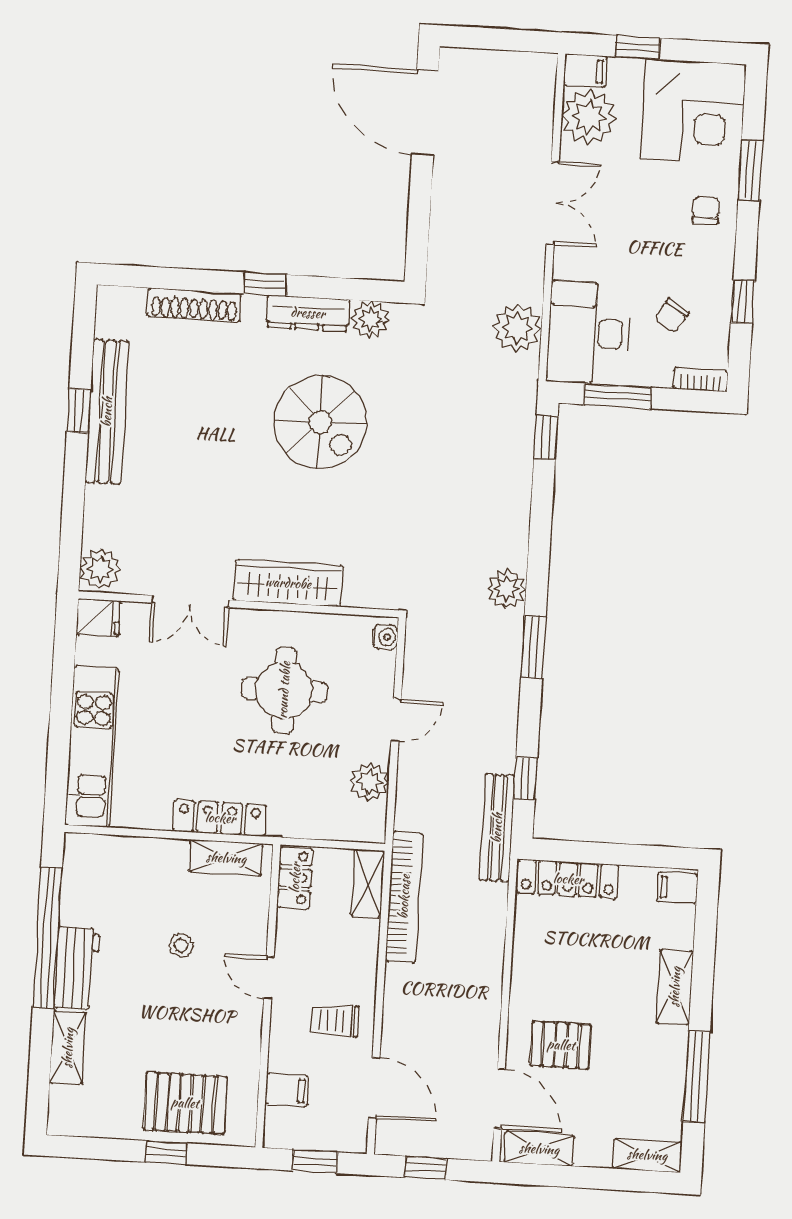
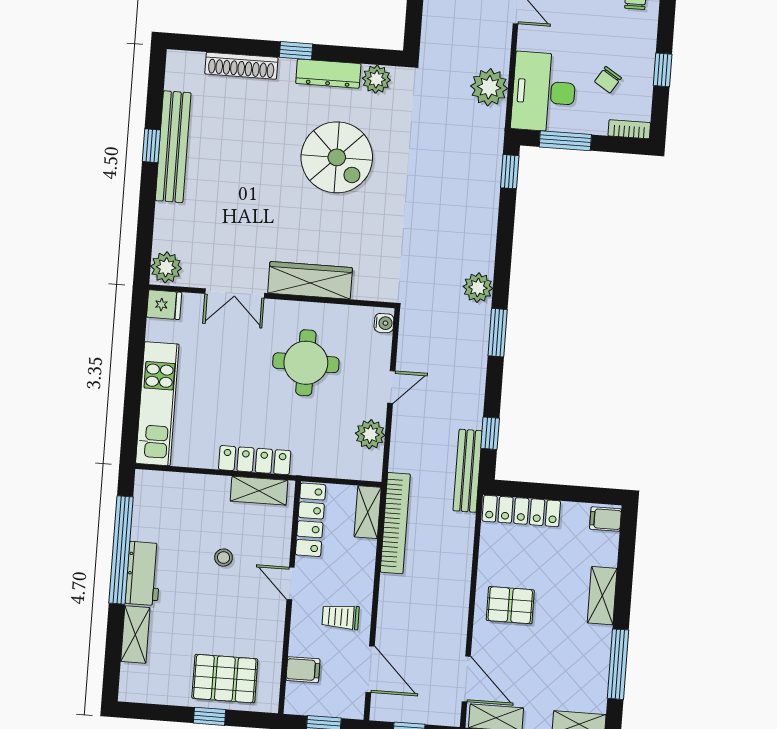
locker: (295, 878) -> (311, 520), width x1.53
pallet: (561, 1045) -> (510, 605), moved

